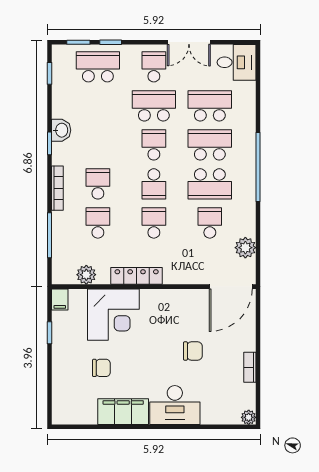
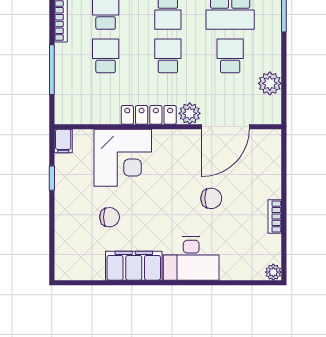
plant: (86, 275) -> (190, 113), moved
door: (231, 287) -> (225, 127), moved

